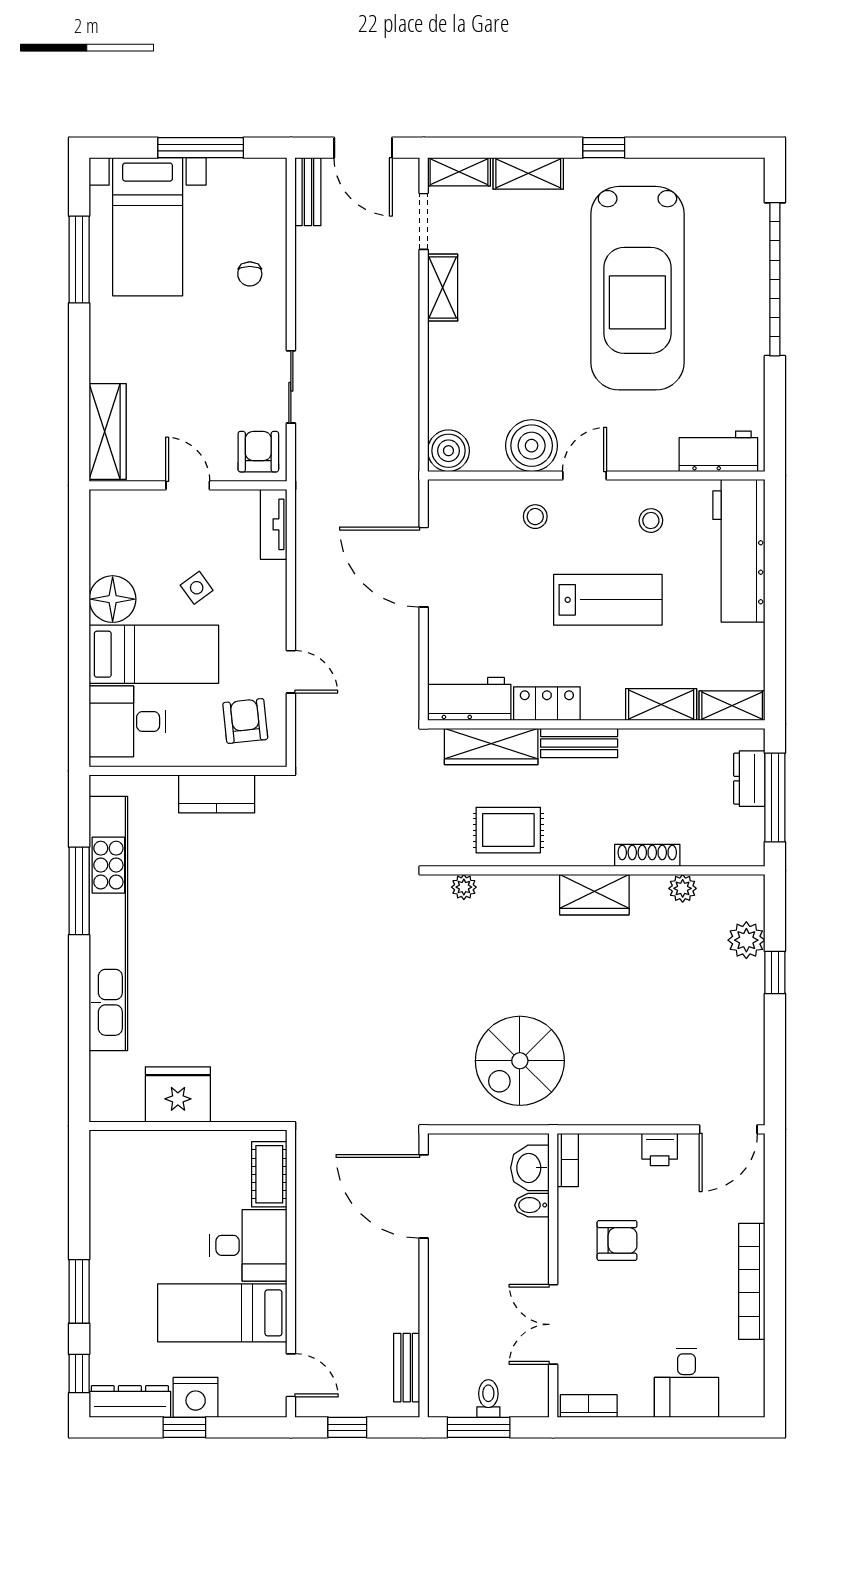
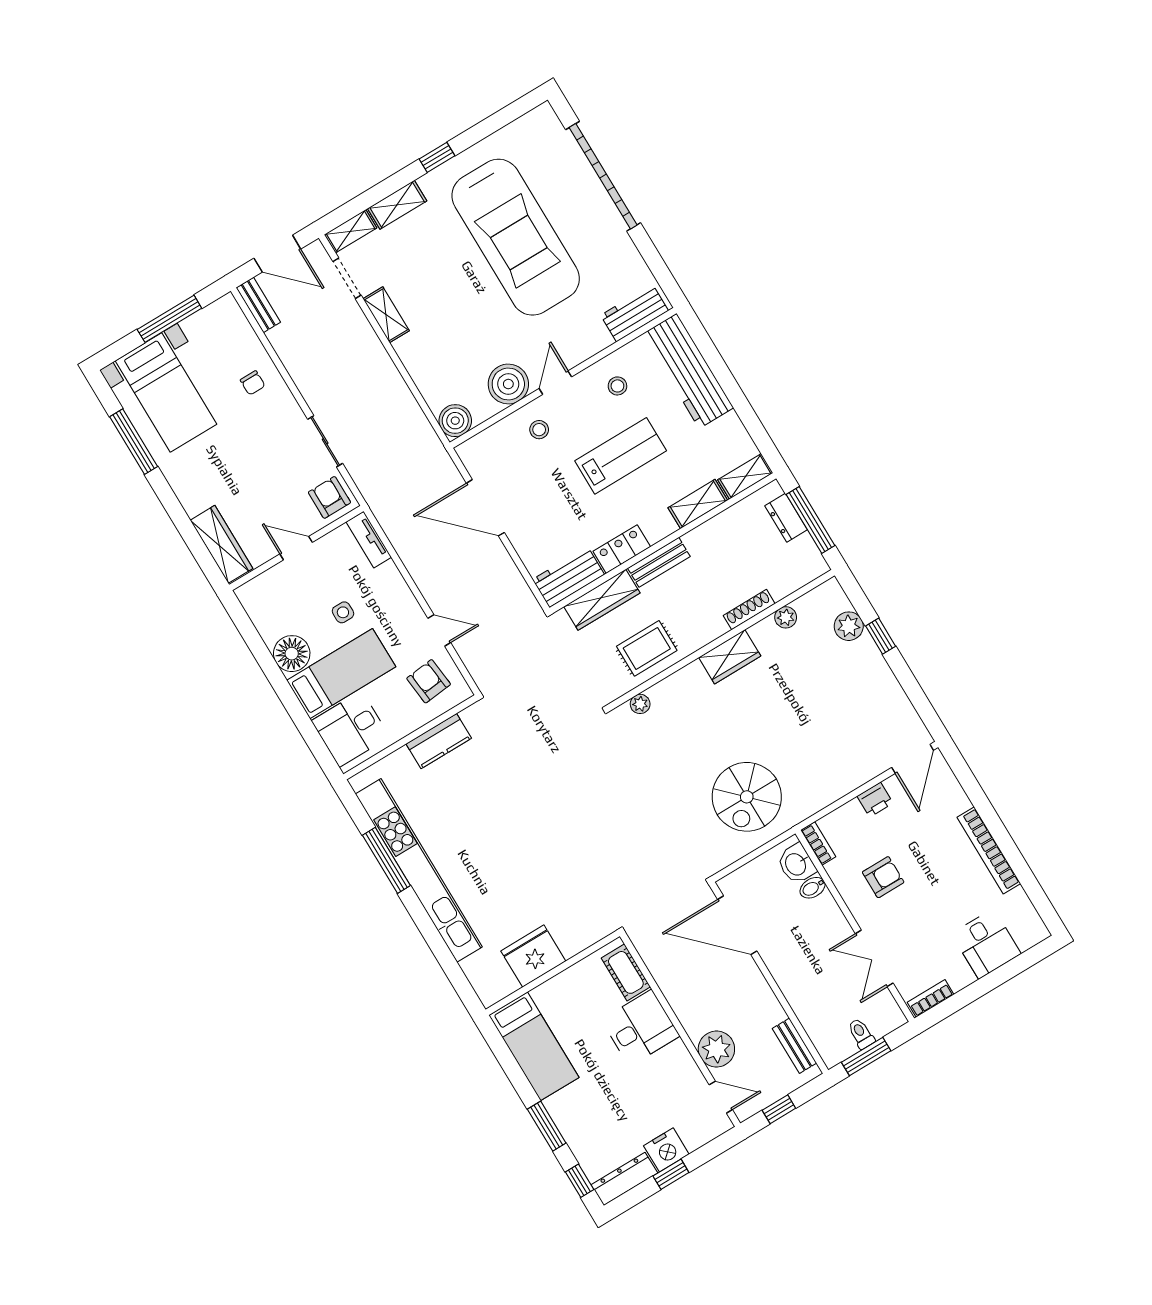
side table: (197, 588) -> (343, 612), turned 36
bed: (222, 1313) -> (534, 1046), moved, turned -90
plant: (318, 1319) -> (716, 1049), added

